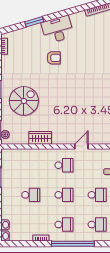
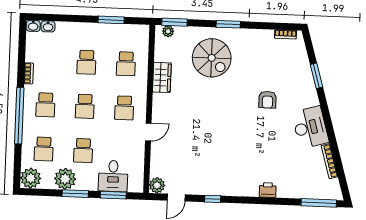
desk: (58, 30) -> (310, 127), moved
door: (81, 146) -> (148, 132), hinge flipped
school desk: (31, 165) -> (126, 64), added

